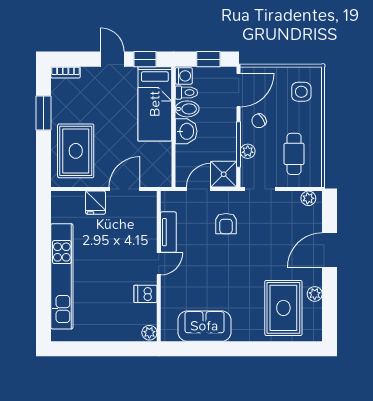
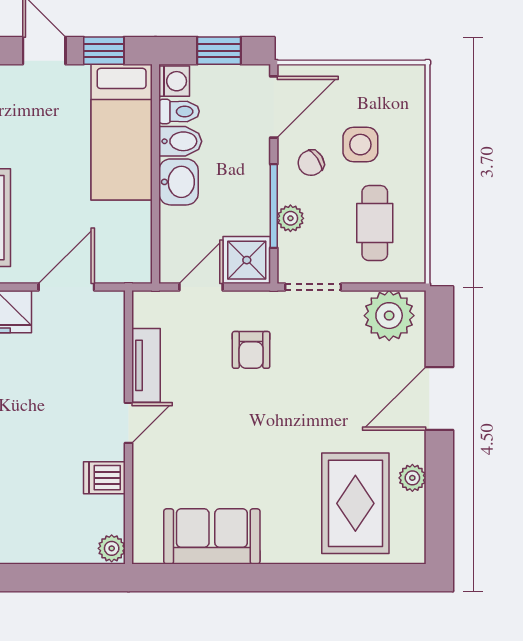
side table: (301, 92) -> (360, 145), moved
plant: (308, 198) -> (389, 316), width x1.88, depth x1.88

